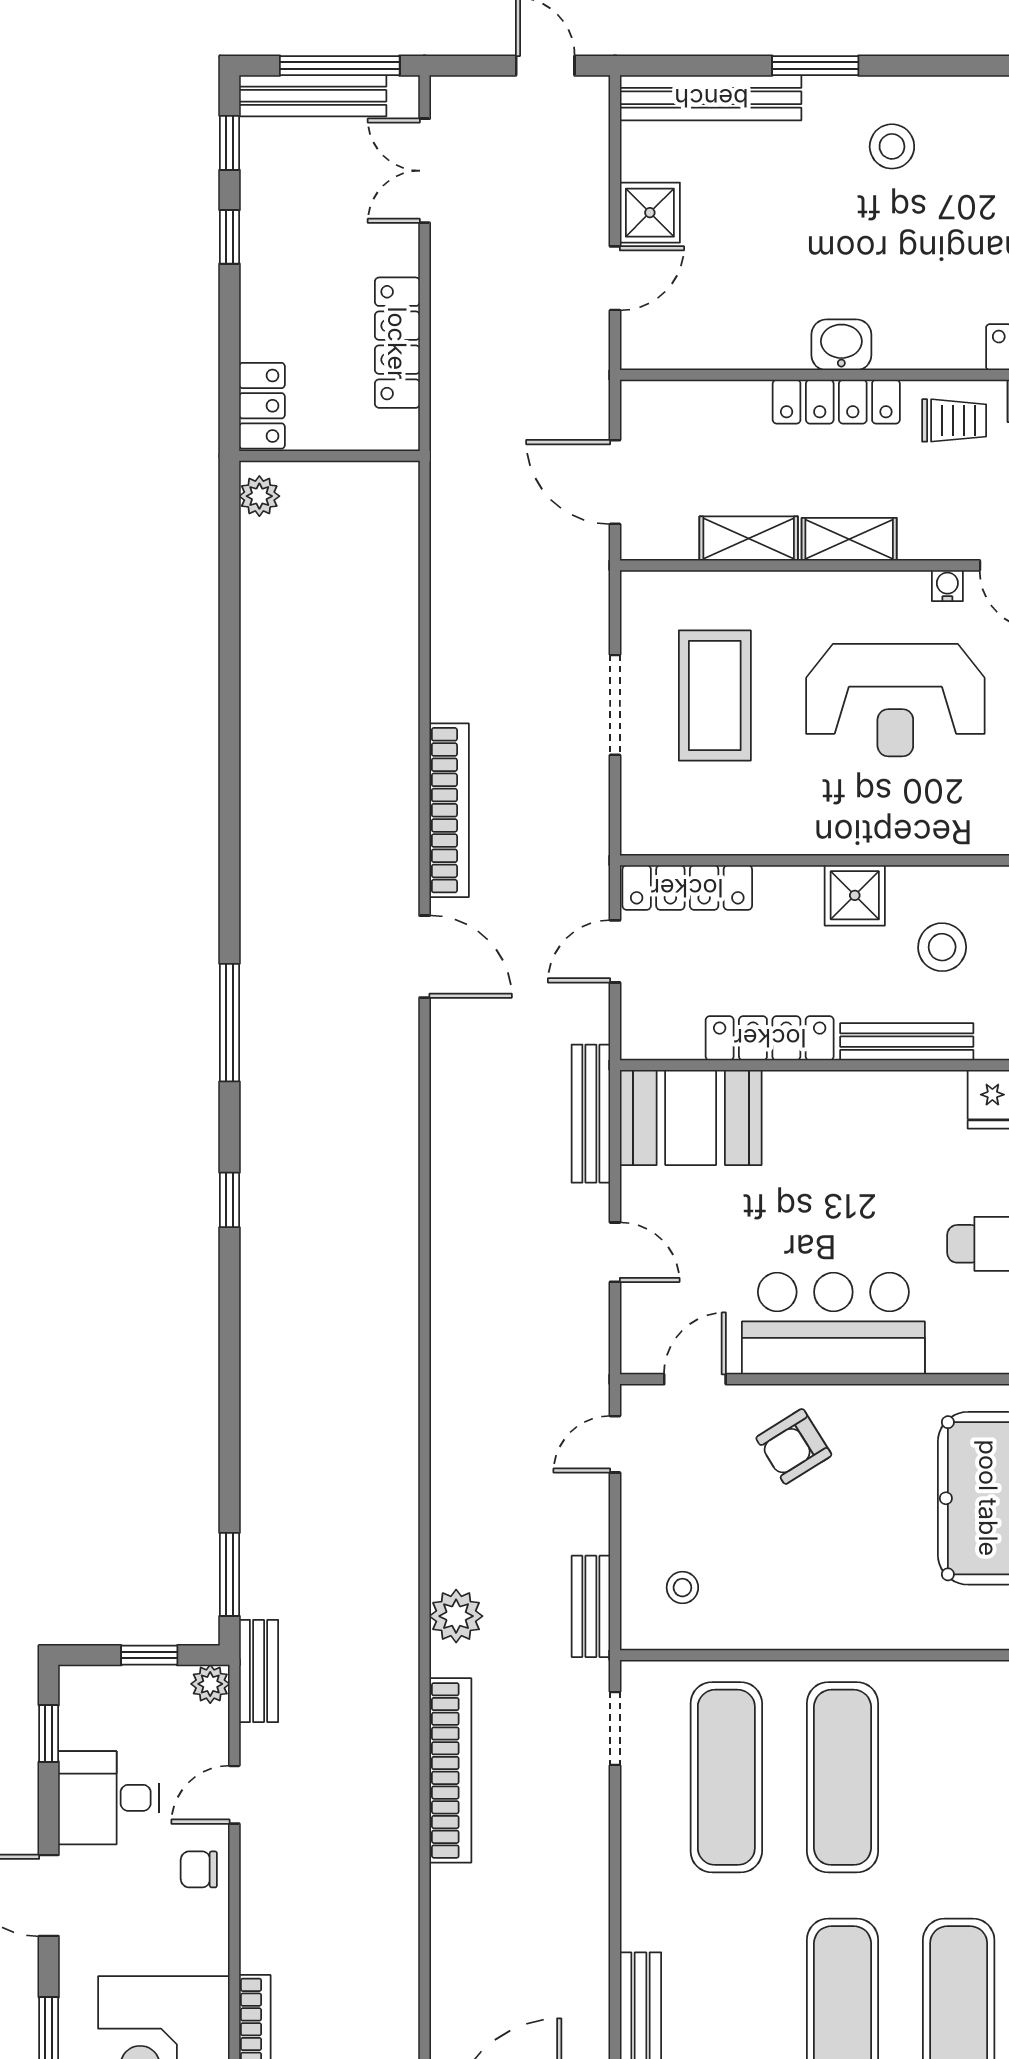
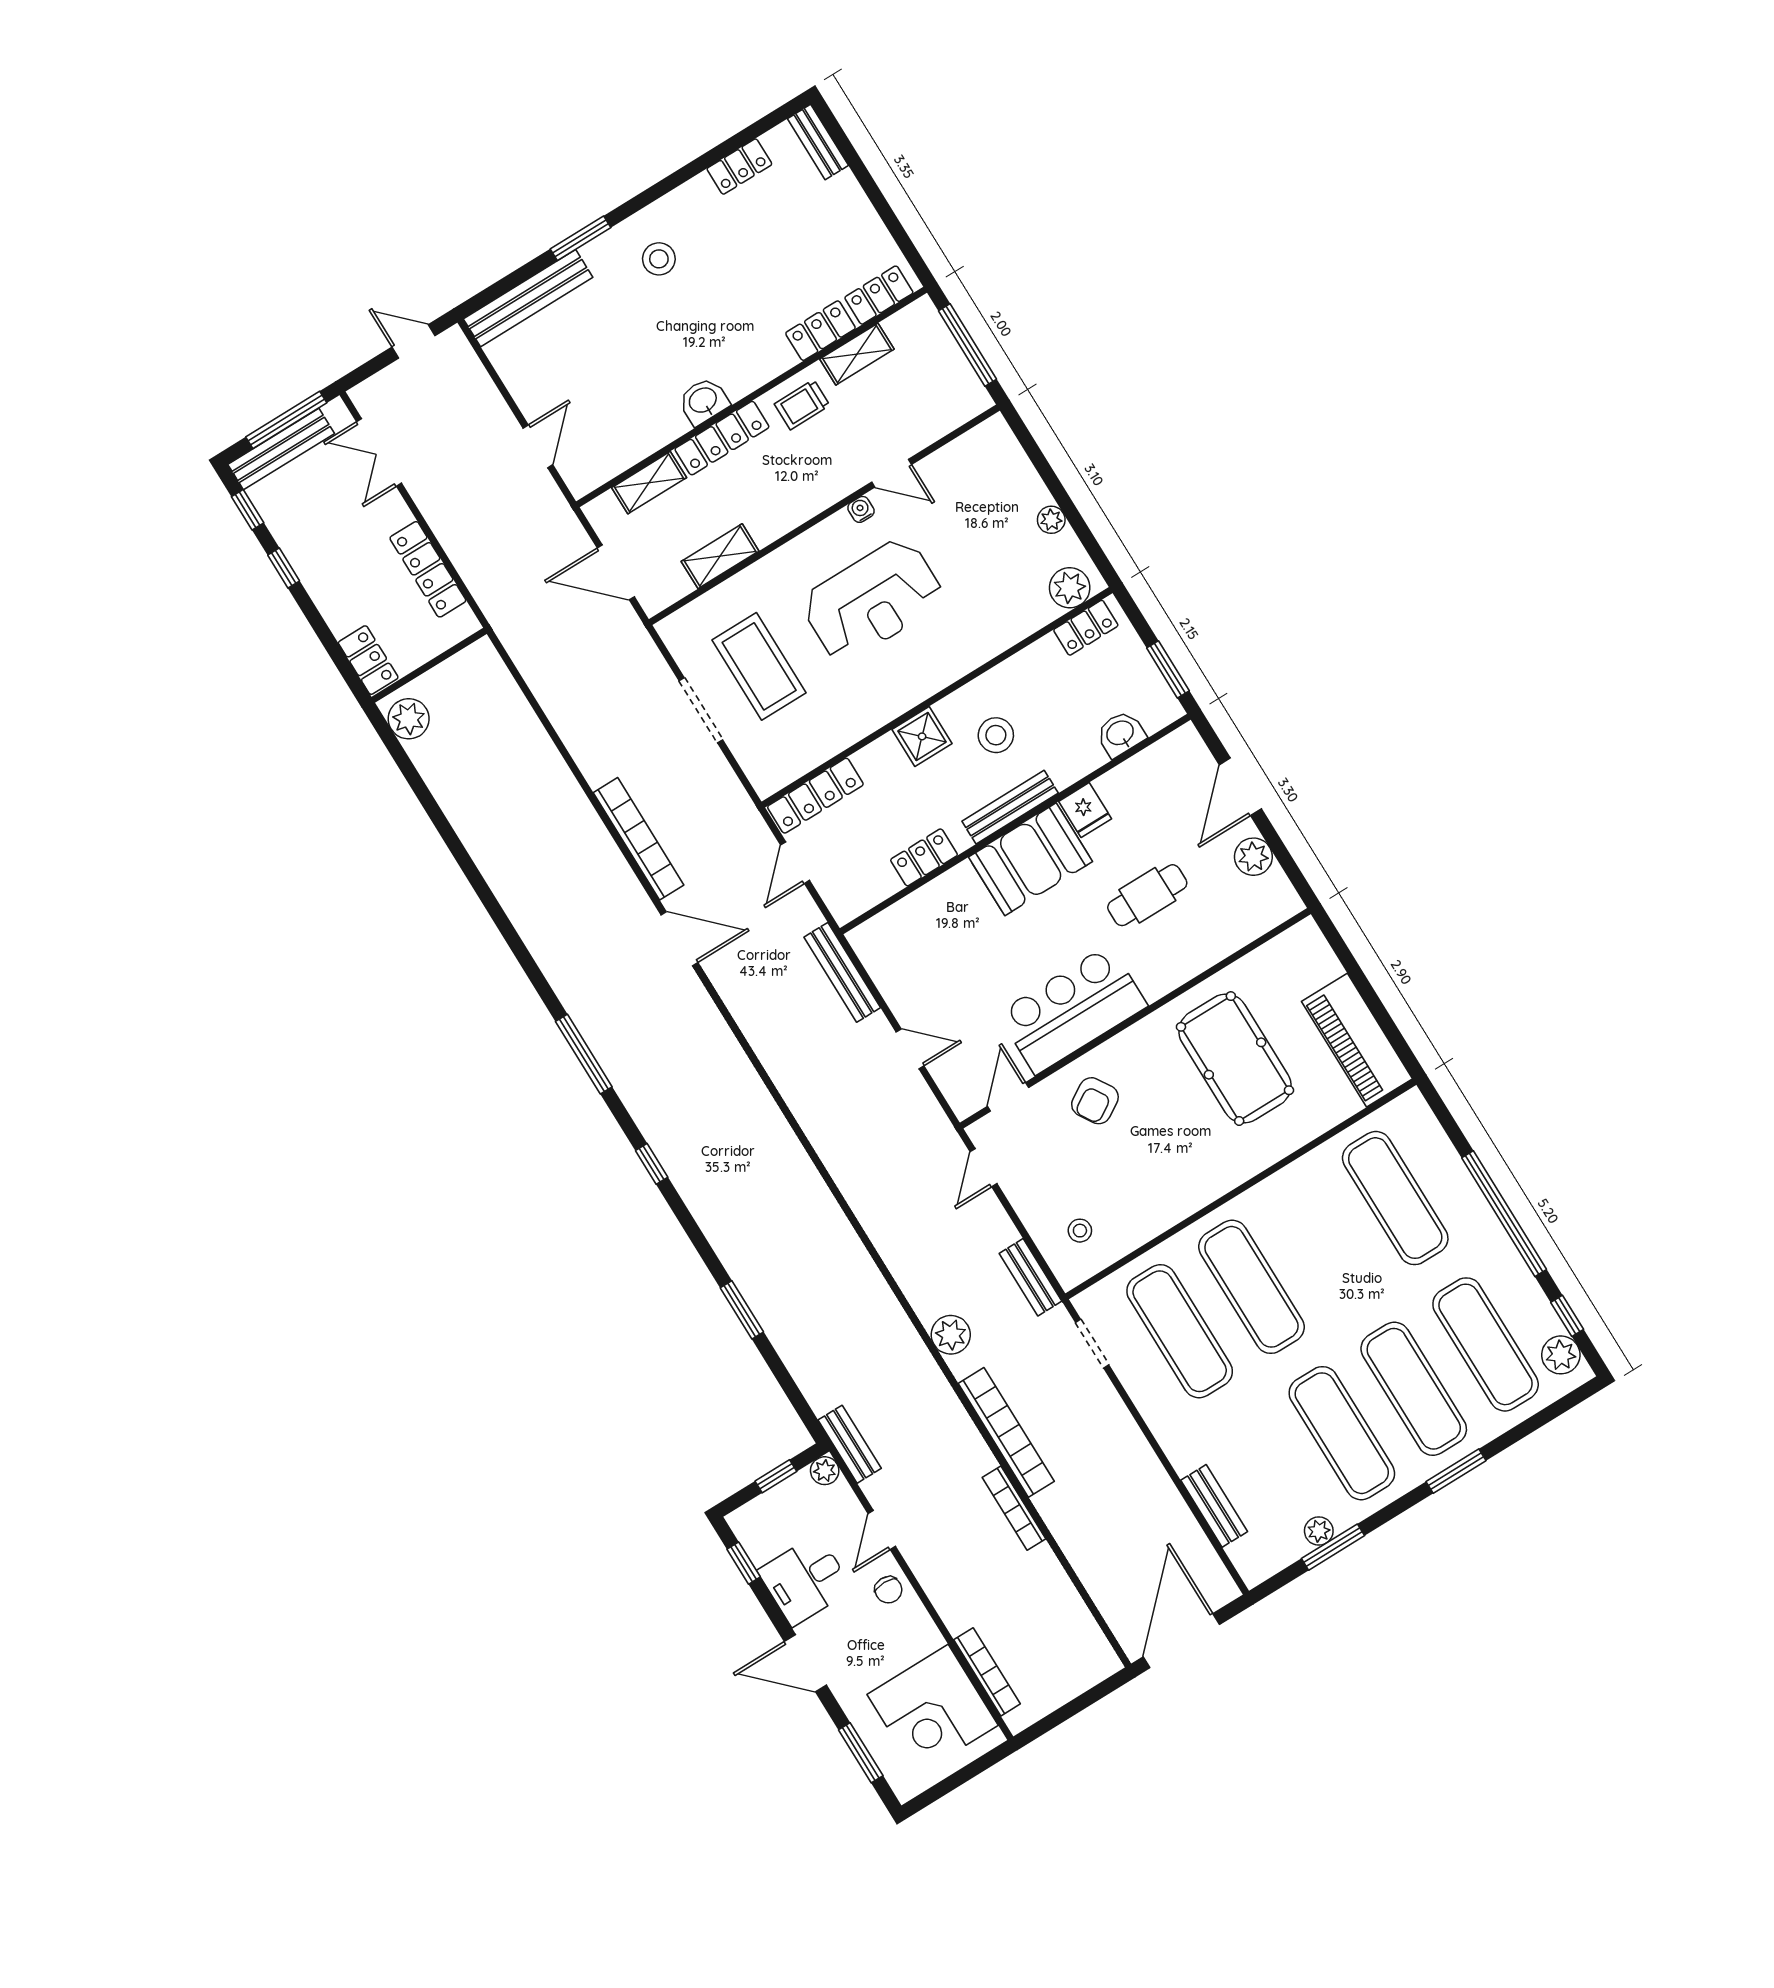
shower: (650, 213) -> (534, 392), removed
trolley: (954, 420) -> (802, 405), turned 180
plant: (259, 496) -> (409, 719), width x1.38, depth x1.38
shelving: (849, 539) -> (649, 483), moved
locker: (770, 1038) -> (924, 857), width x0.66
booth: (691, 1117) -> (1031, 859), moved
window: (230, 1574) -> (742, 1310), moved
bookcase: (405, 1865) -> (1014, 1508), added
chair: (199, 1869) -> (888, 1590), turned -90

